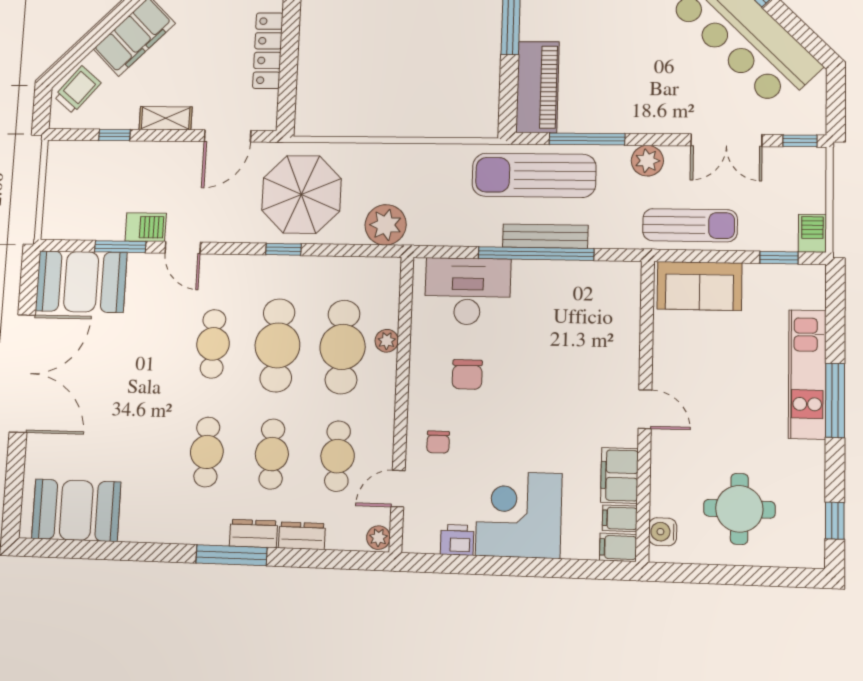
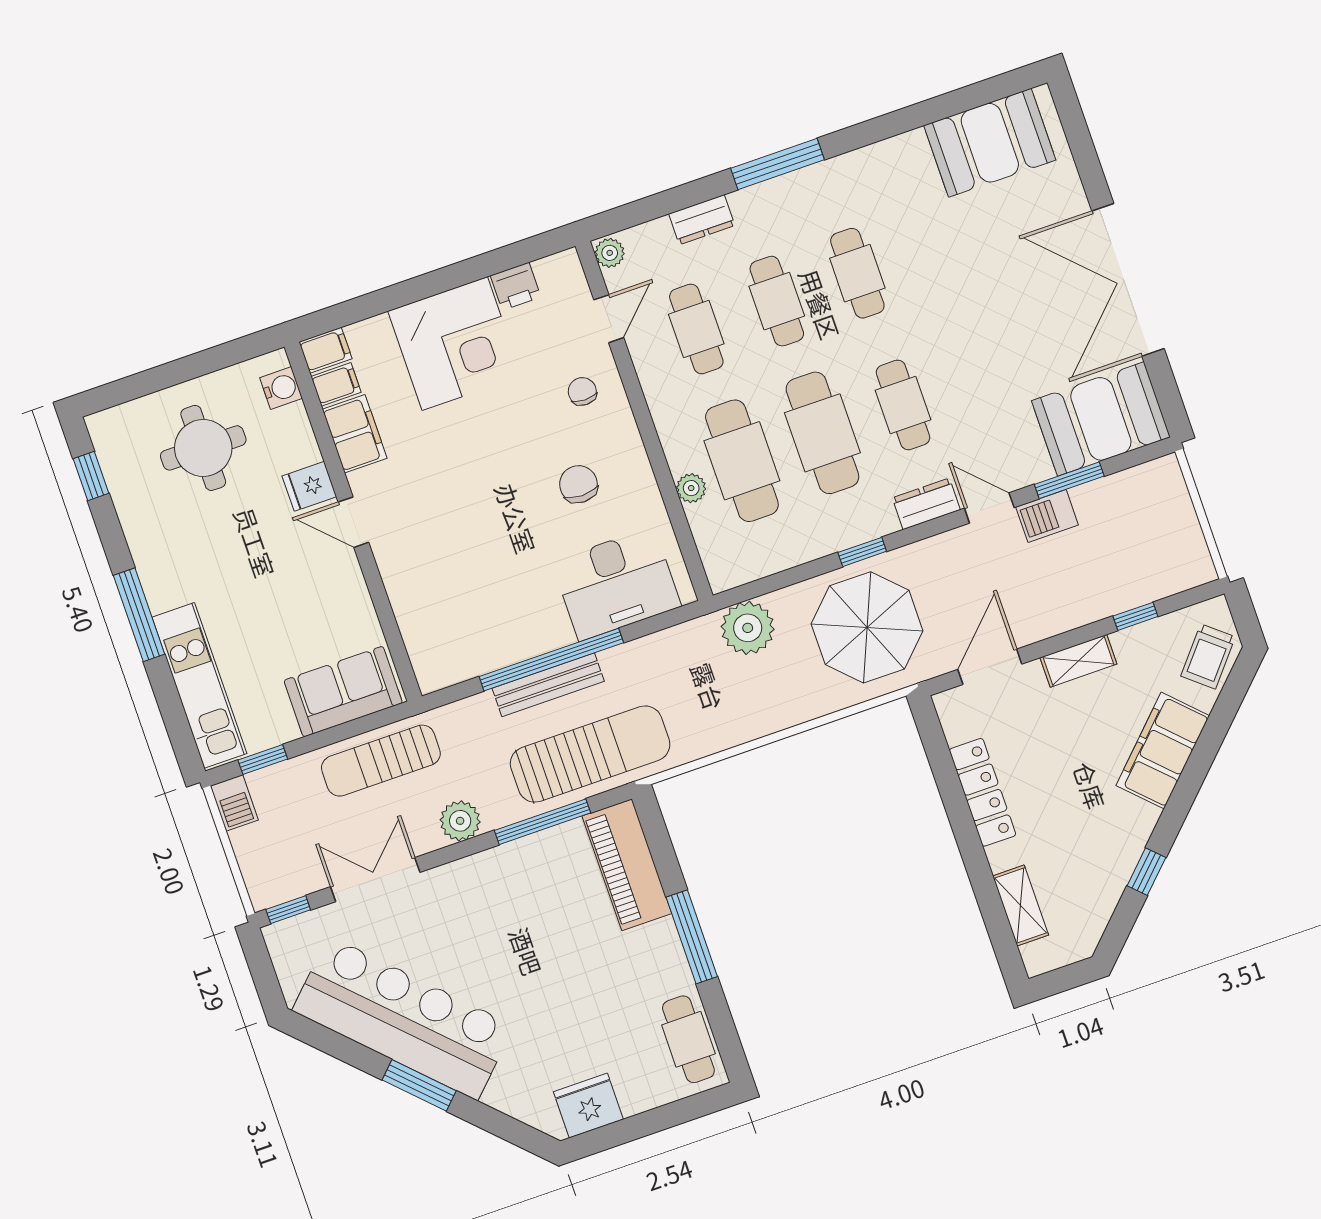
kitchen unit: (807, 374) -> (199, 685), moved
fridge: (669, 449) -> (309, 486), added
dresser: (253, 534) -> (926, 504), moved, turned 180

